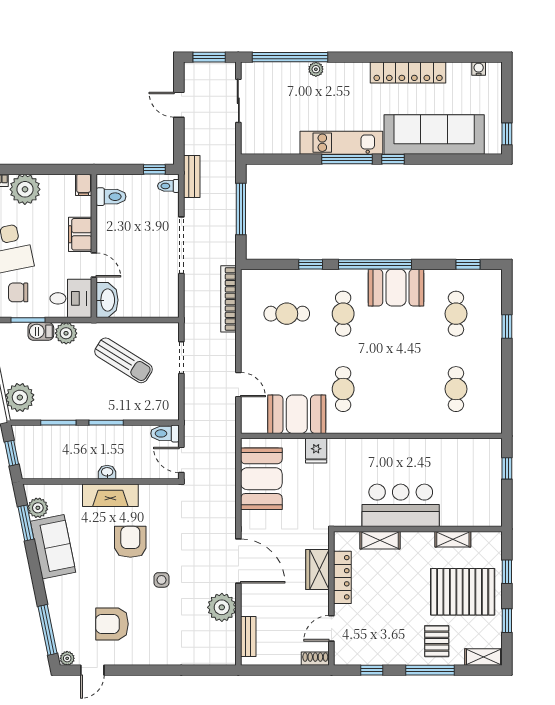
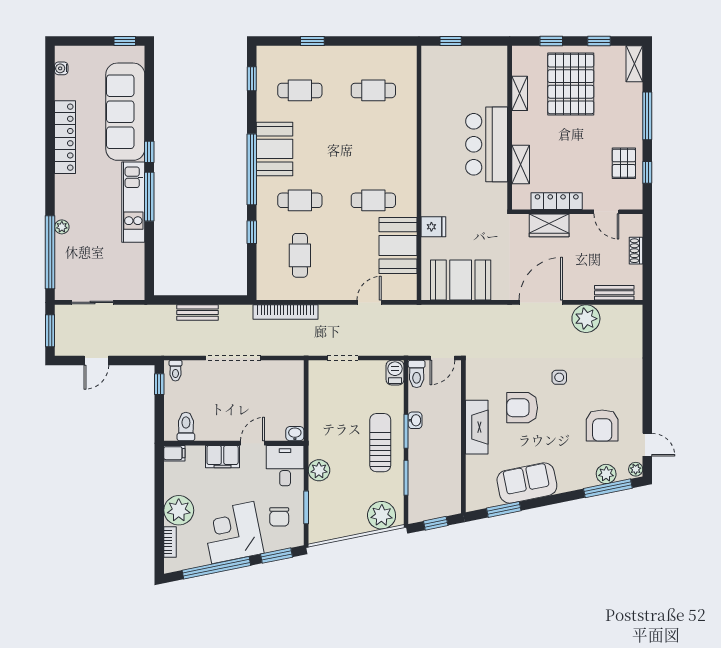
bench: (192, 176) -> (198, 313), moved
window: (241, 209) -> (198, 300), removed
washbasin: (107, 300) -> (295, 434), width x0.52, depth x0.69
barbecue: (41, 331) -> (395, 373), moved, turned 180
sun lounger: (123, 360) -> (380, 443), moved, turned -32
washbasin: (107, 472) -> (415, 420), moved, turned 180
plant: (38, 508) -> (606, 474), moved
pallet: (437, 641) -> (624, 163), moved, turned 90
shoe rack: (315, 659) -> (636, 251), moved

